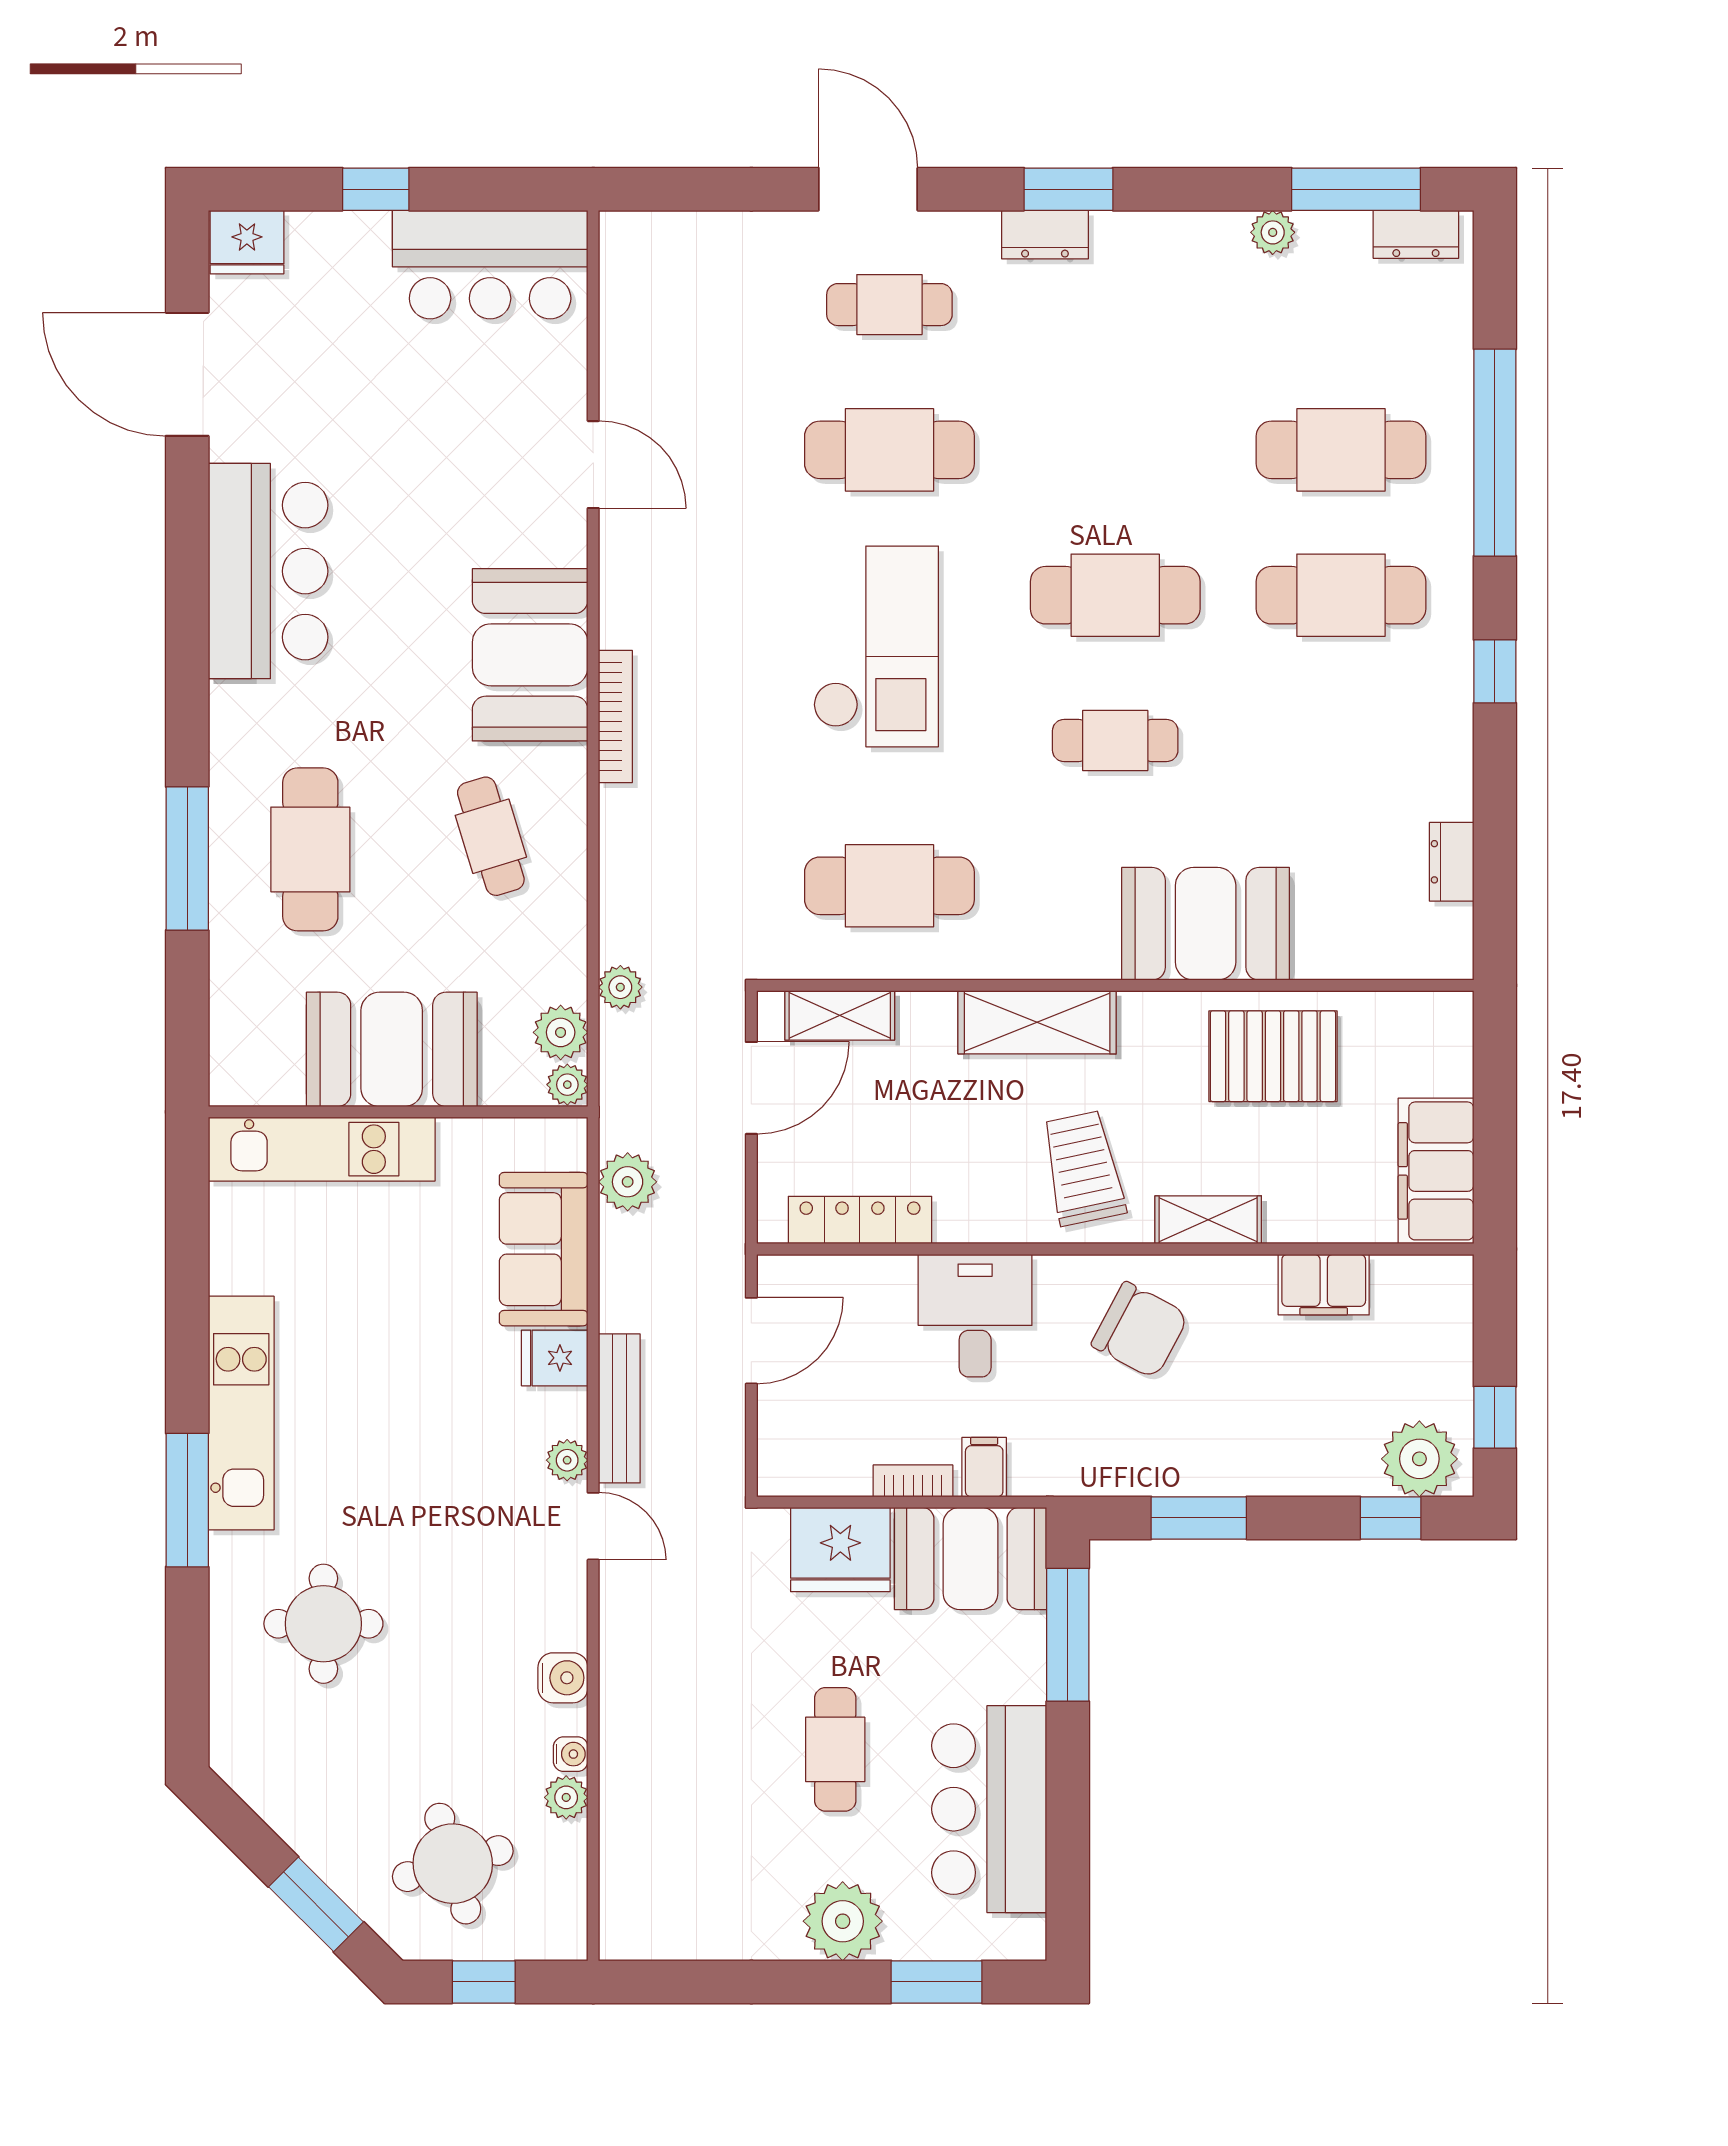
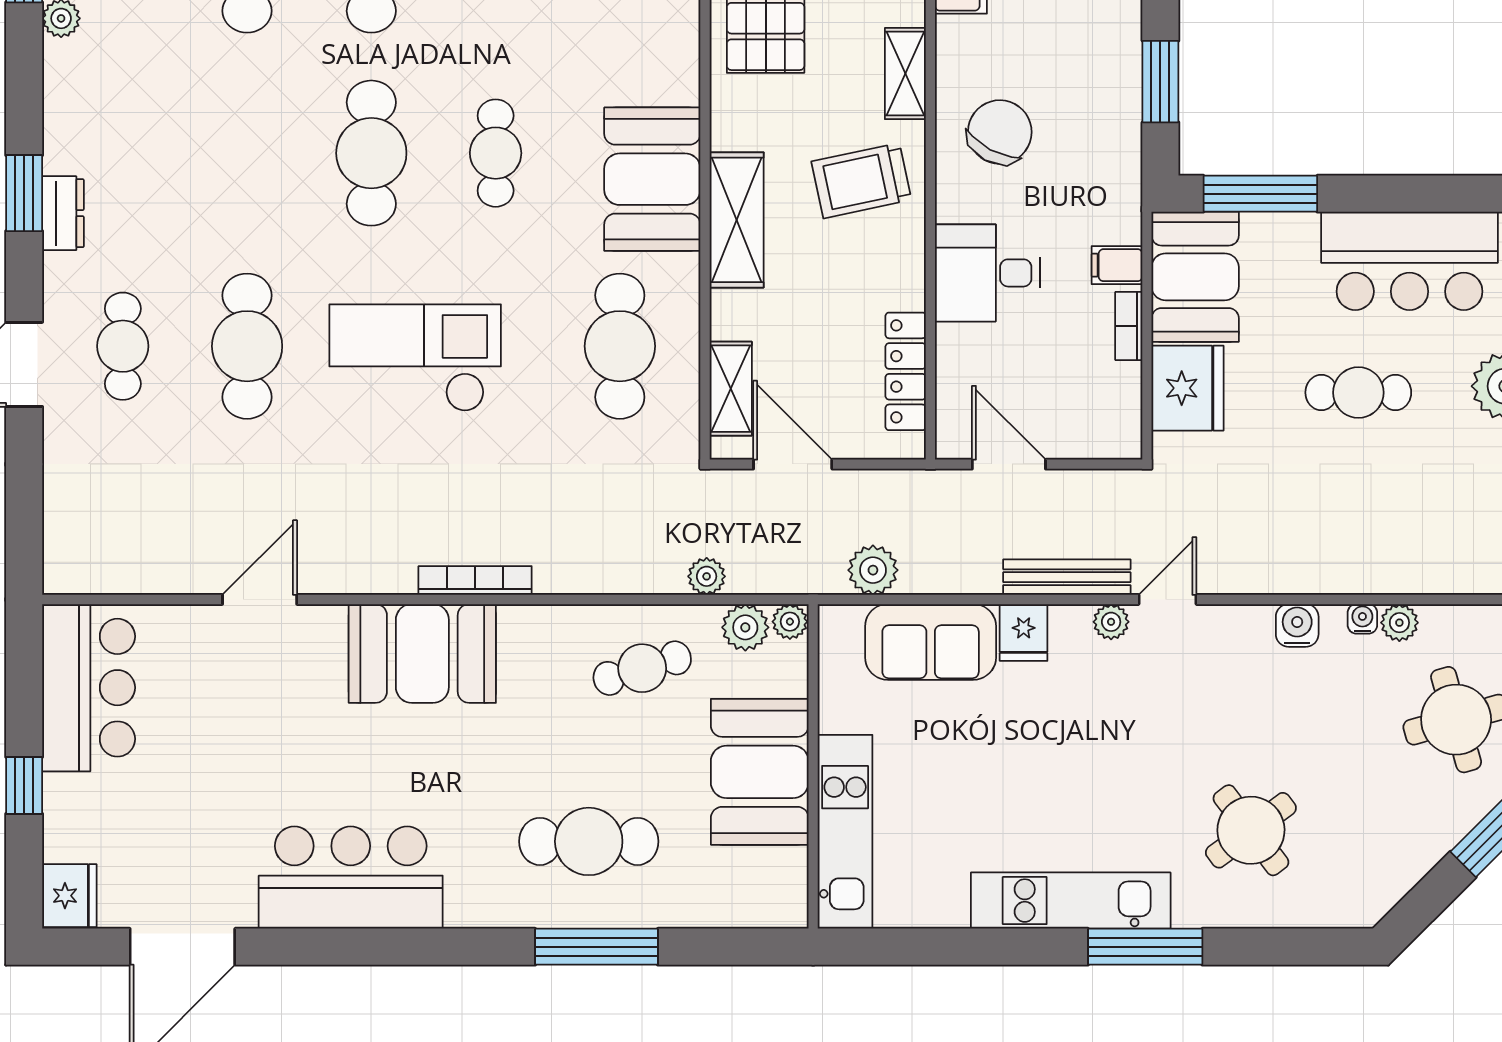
cafe table: (491, 836) -> (642, 668), moved
booth: (1206, 924) -> (652, 179), moved
round table: (323, 1624) -> (1251, 830), turned -37

